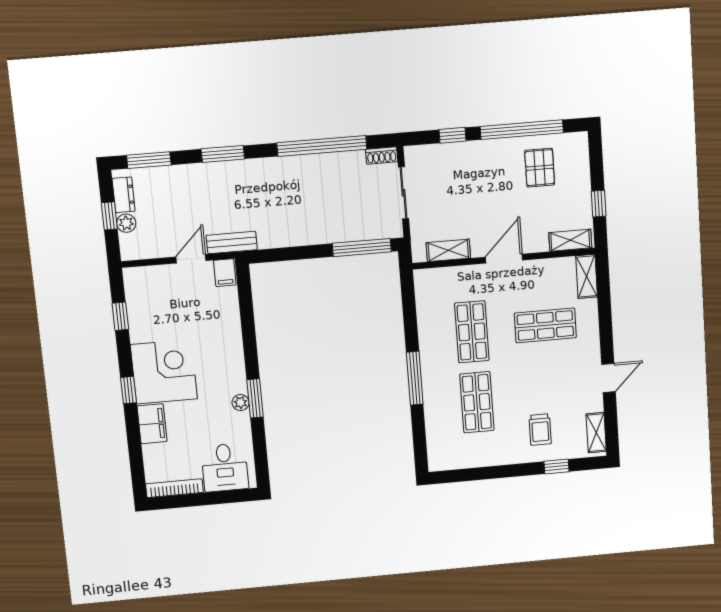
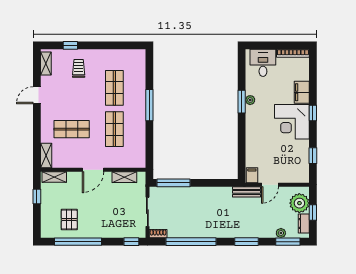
window: (453, 135) -> (131, 242), moved
plant: (163, 174) -> (281, 233), added
plant: (126, 223) -> (299, 203), width x1.87, depth x1.87

